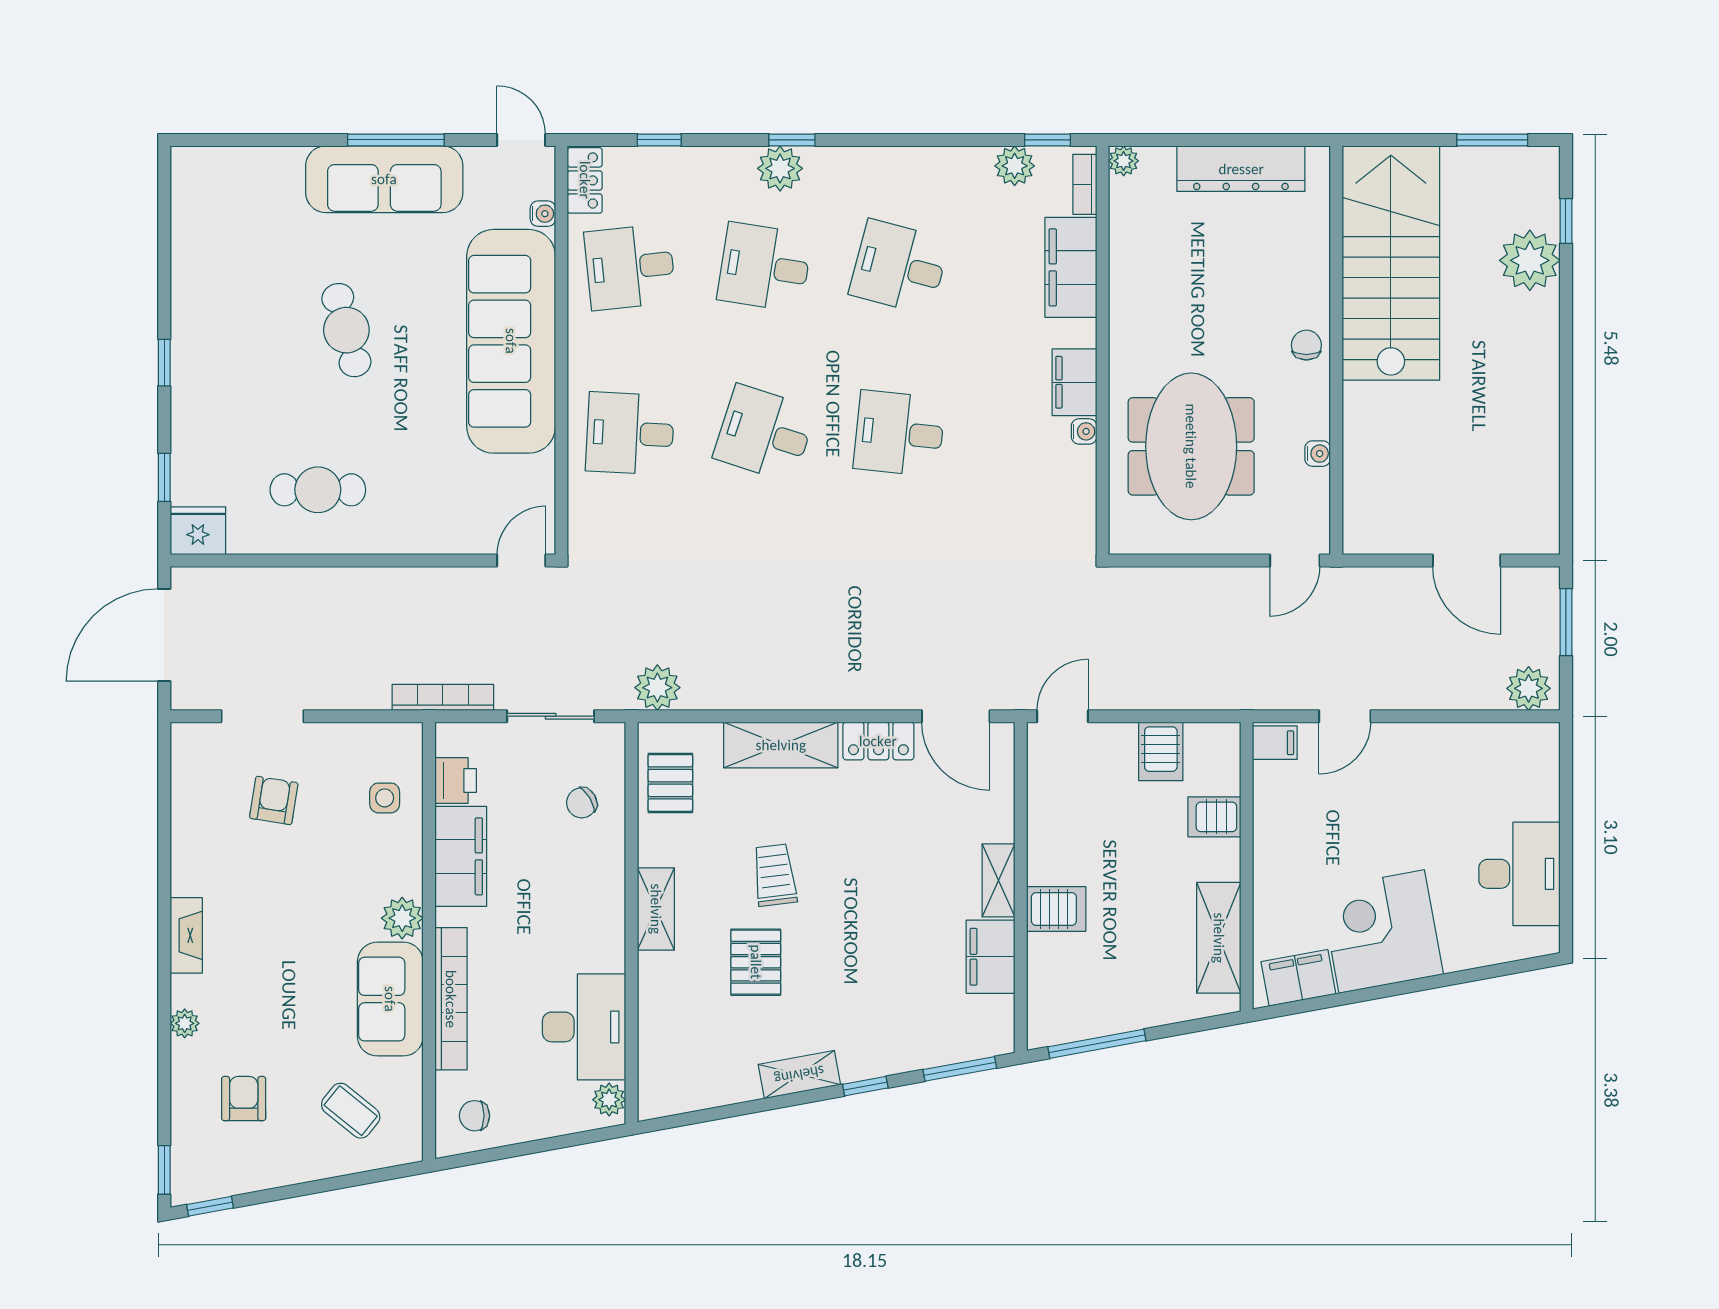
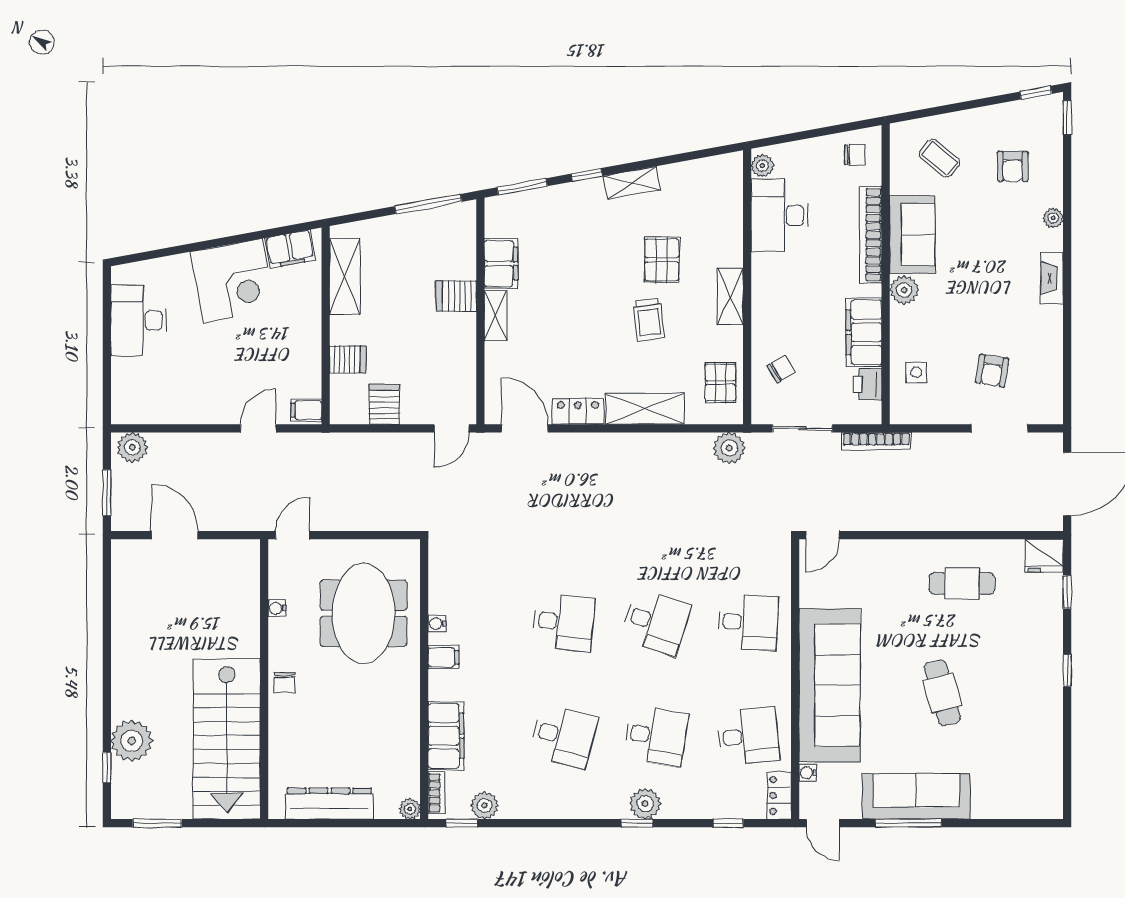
filing cabinet: (1074, 382) -> (443, 657), width x0.50

